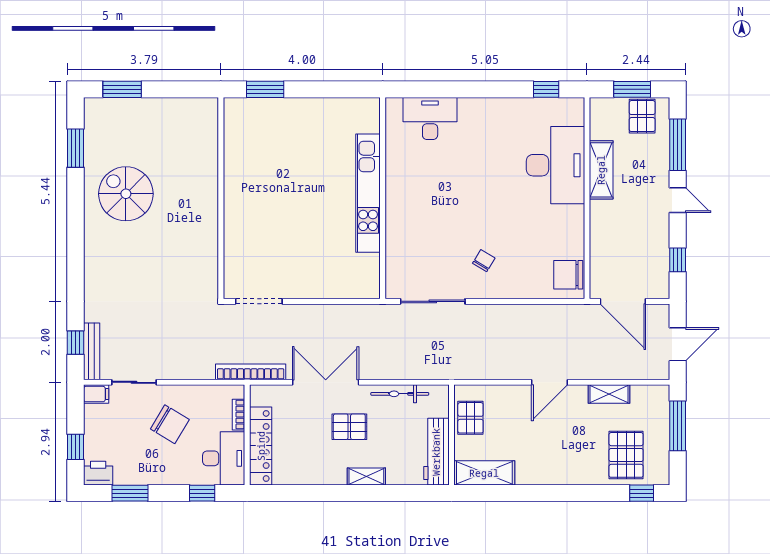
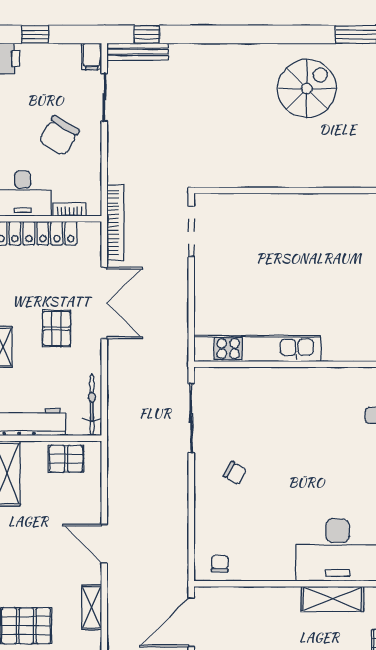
kitchen unit: (368, 193) -> (257, 349), moved
chair: (568, 275) -> (220, 564), width x0.54, depth x0.54
bicycle: (400, 394) -> (92, 405), moved

